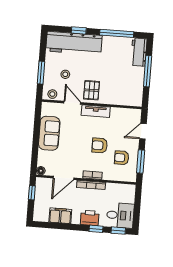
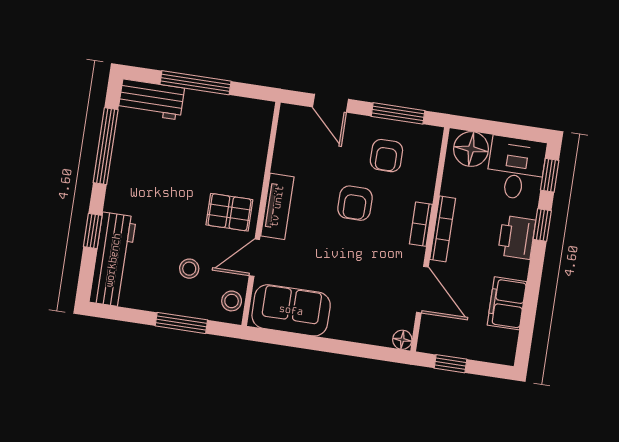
workbench: (74, 43) -> (113, 260), width x0.73, depth x0.76
sofa: (49, 133) -> (291, 310), moved
floor lamp: (127, 195) -> (471, 149), added

